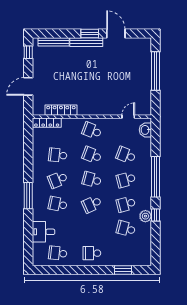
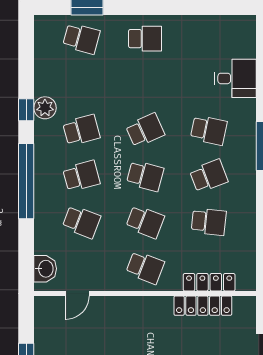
locker: (47, 123) -> (209, 282), moved
school desk: (126, 229) -> (81, 39), moved
school desk: (58, 253) -> (209, 39), removed

